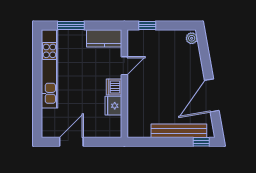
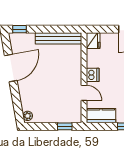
door: (124, 66) -> (84, 93), swing flipped
fridge: (113, 106) -> (93, 41), moved
bench: (179, 131) -> (58, 38), moved

